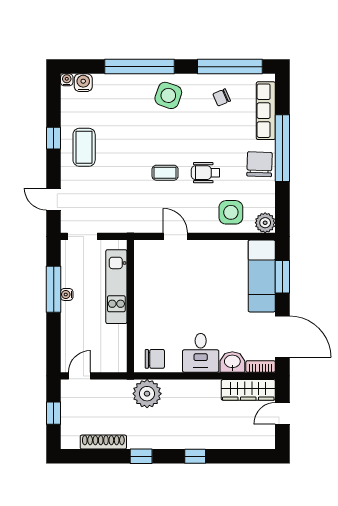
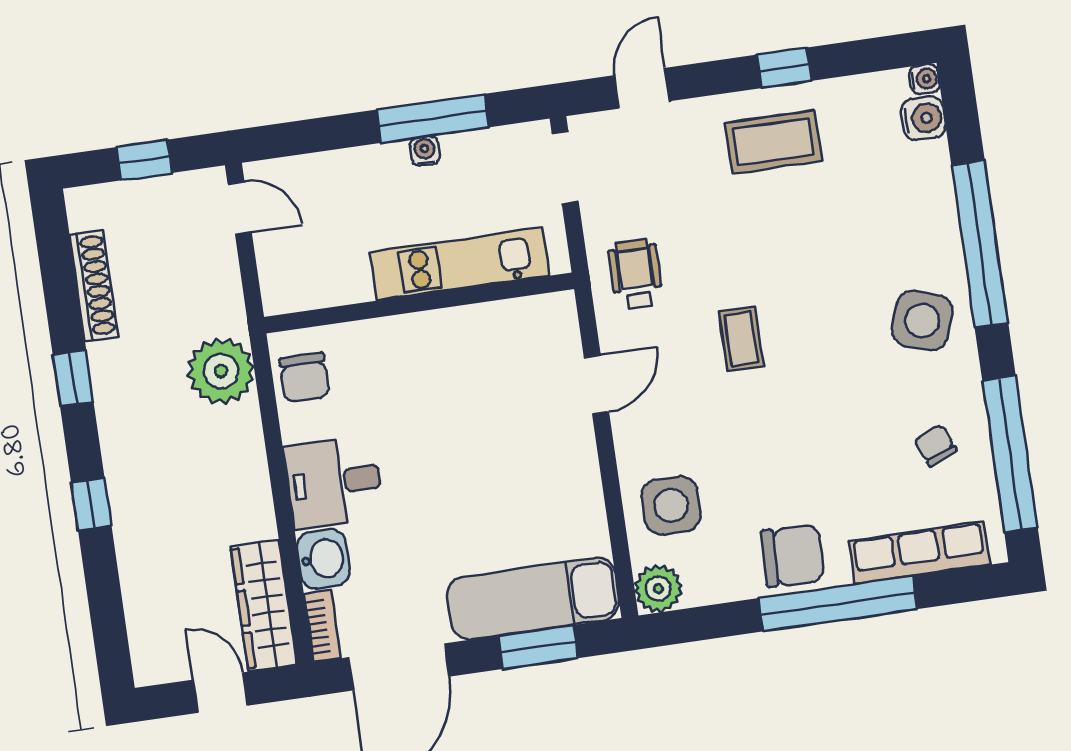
wheelchair: (206, 173) -> (635, 274), moved

